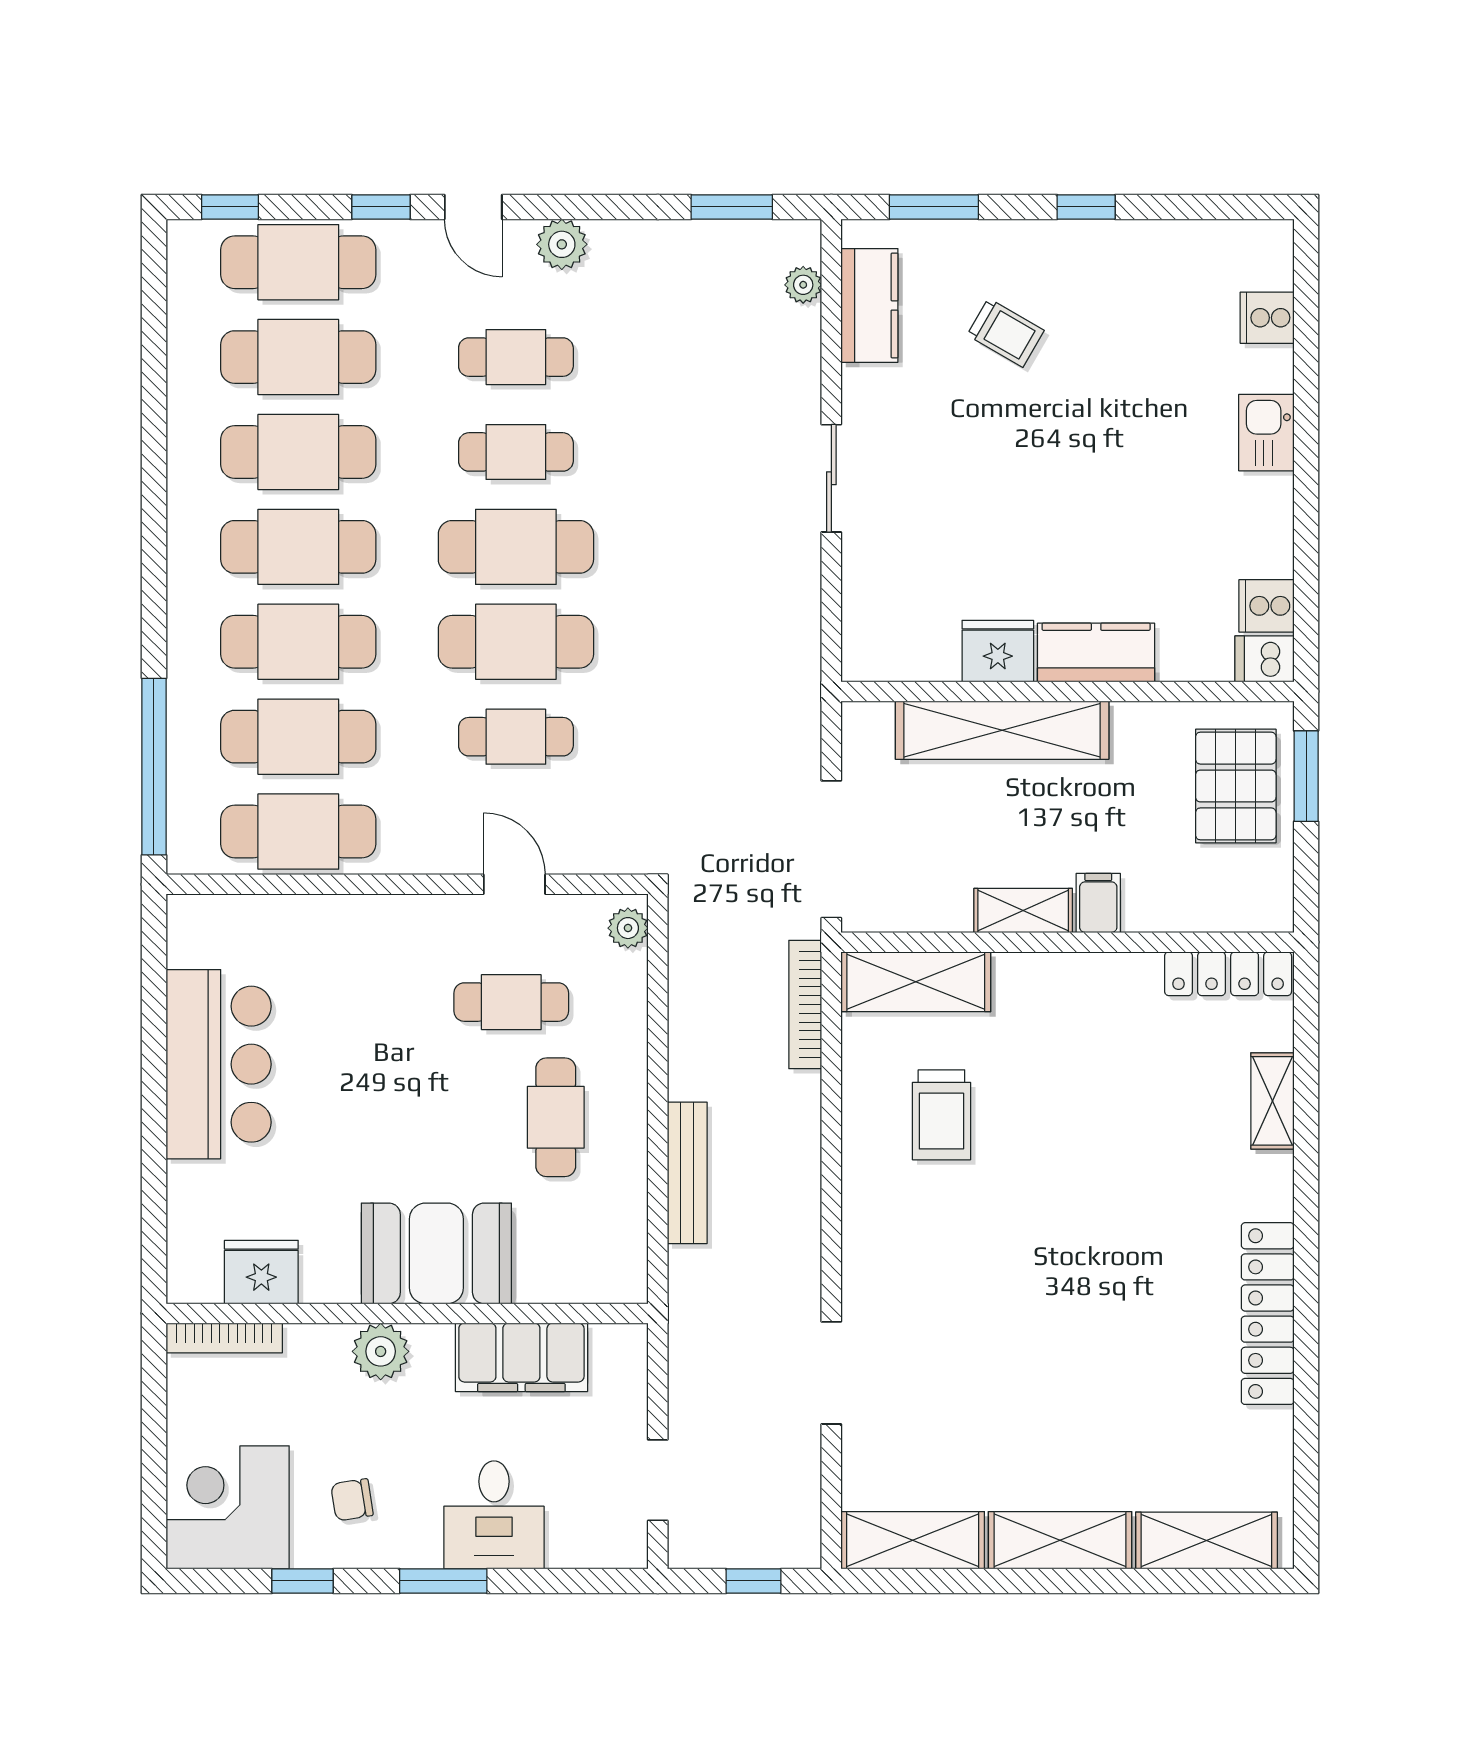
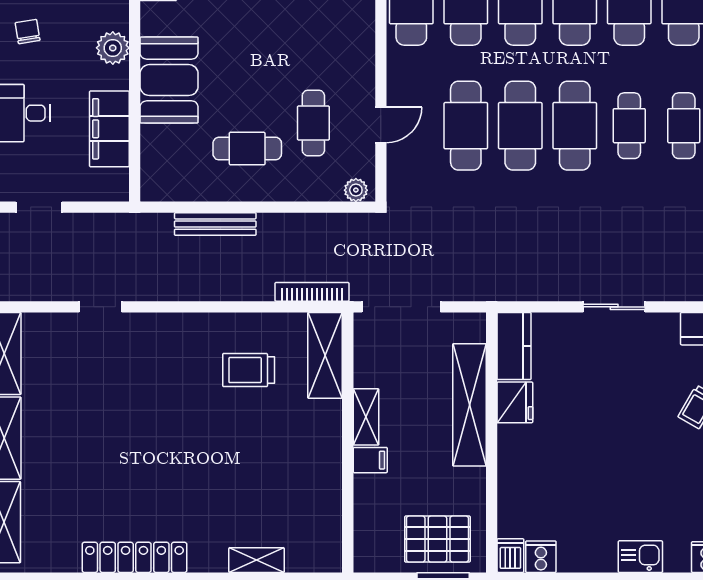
kitchen counter: (1096, 653) -> (514, 346), moved
cafe table: (516, 737) -> (466, 126), width x1.37, depth x1.35
locker: (1228, 974) -> (330, 535), removed
doorway: (831, 1373) -> (100, 307), width x0.73

